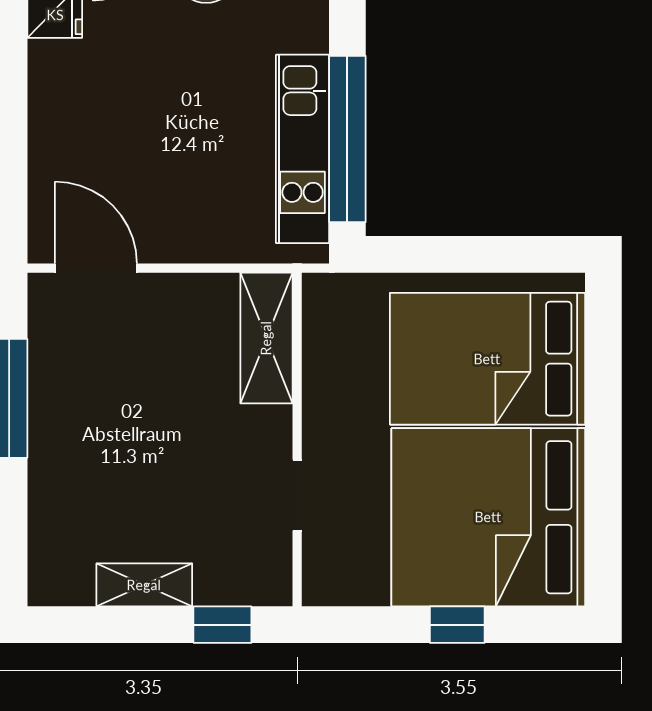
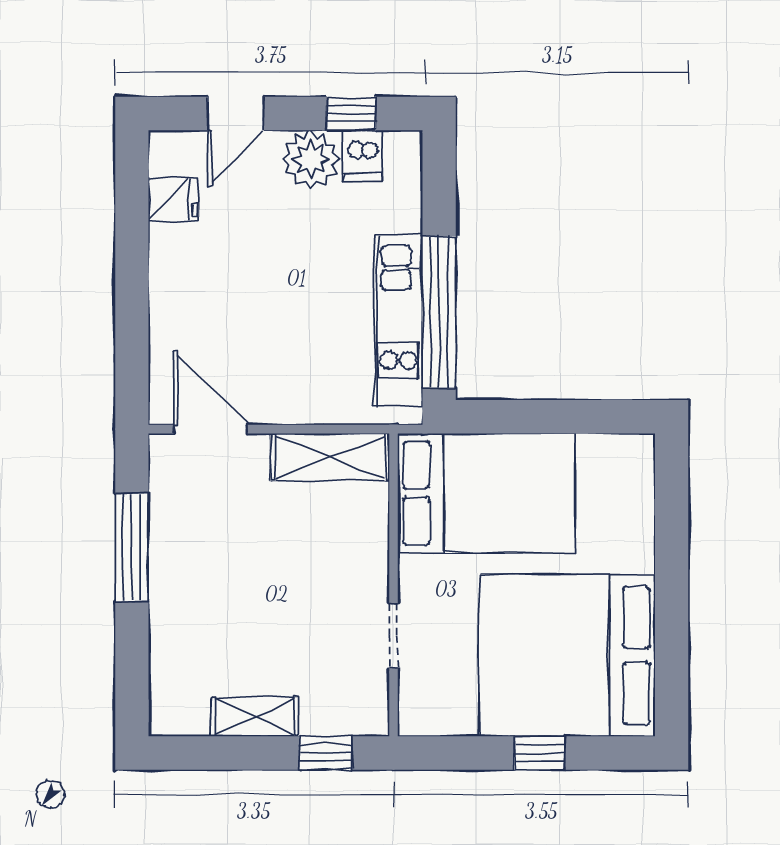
shelving: (266, 338) -> (330, 457), moved, turned 90
bed: (487, 359) -> (486, 493), moved, turned 180

